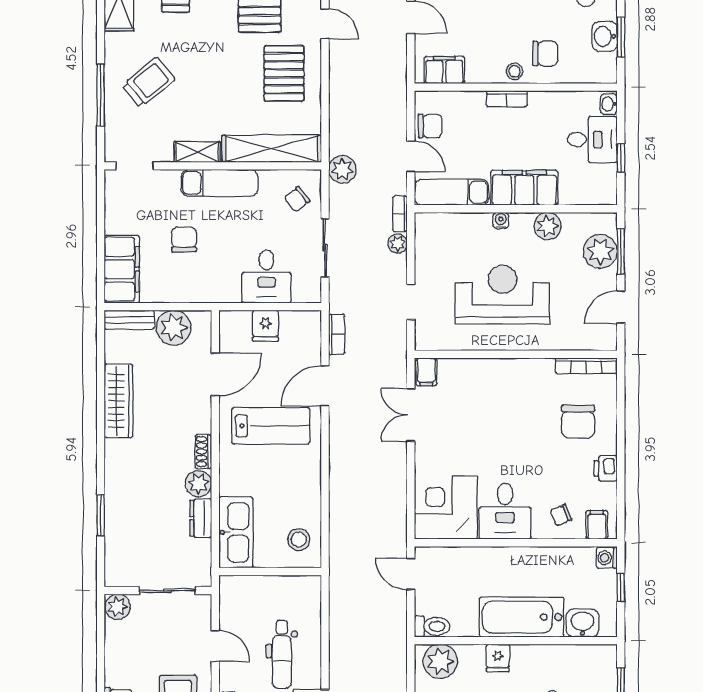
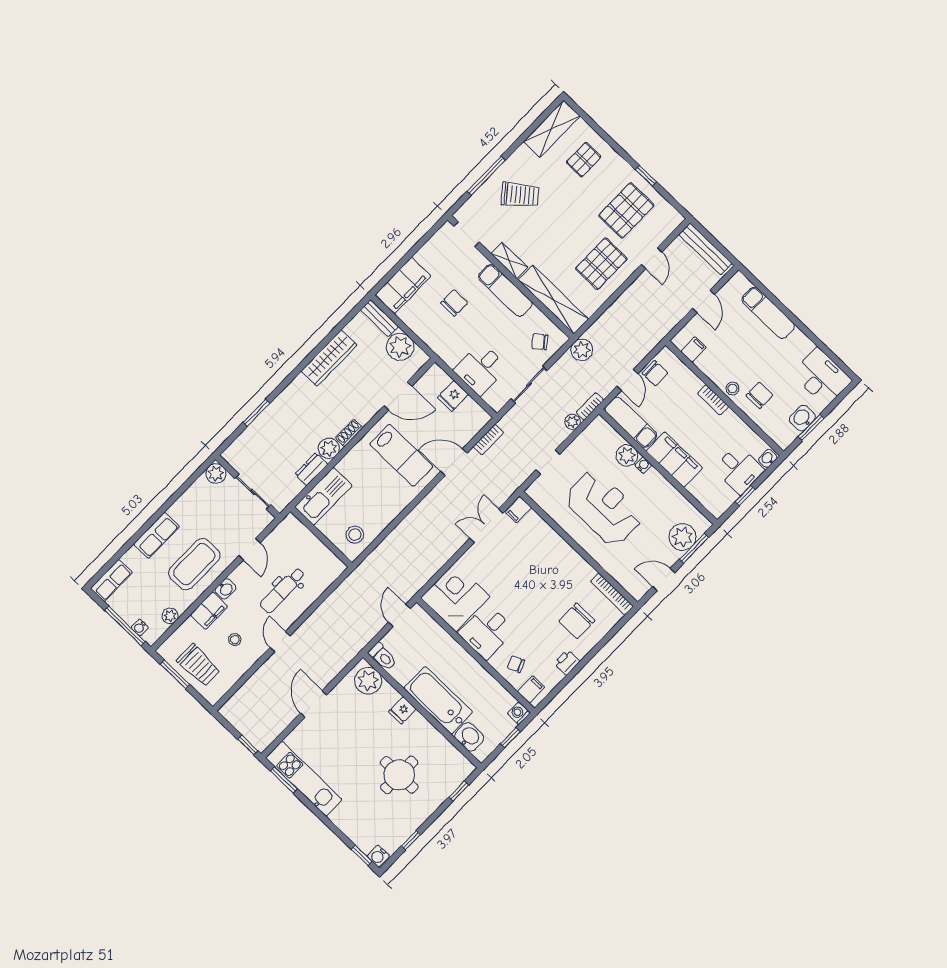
chair: (545, 53) -> (760, 395), turned -90
filing cabinet: (444, 70) -> (694, 349), width x0.50
plant: (548, 226) -> (627, 455), moved

